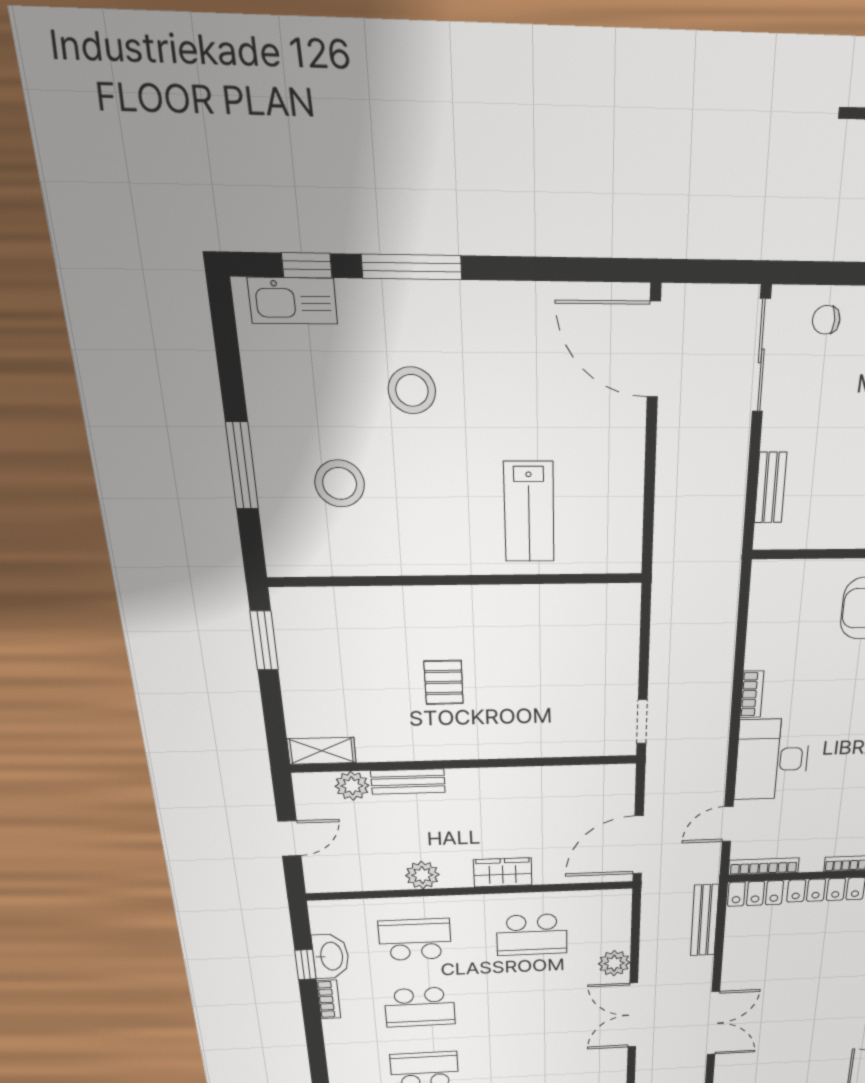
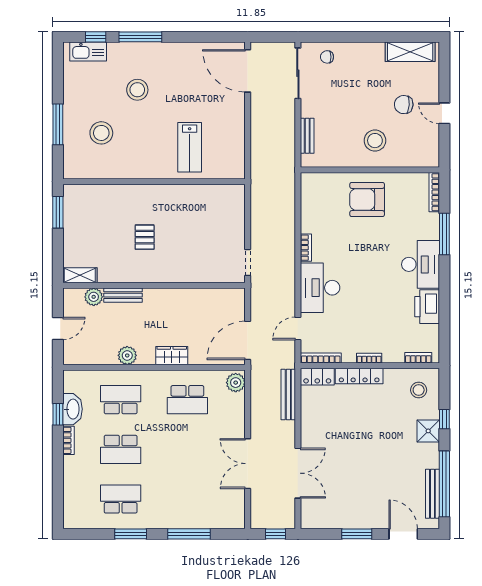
plant: (614, 963) -> (236, 383), moved

